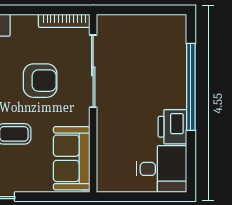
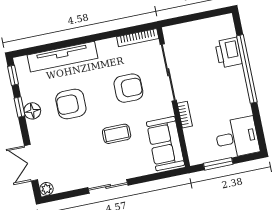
printer: (172, 127) -> (228, 53), moved
bookcase: (103, 128) -> (185, 115), added
window: (132, 197) -> (218, 164), added

